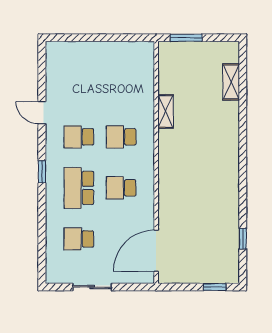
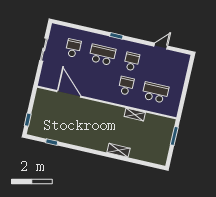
shelving: (231, 82) -> (119, 150), moved
door: (42, 113) -> (161, 46), moved
school desk: (121, 188) -> (155, 92), moved, width x1.85
door: (156, 251) -> (69, 94), moved

